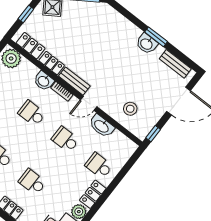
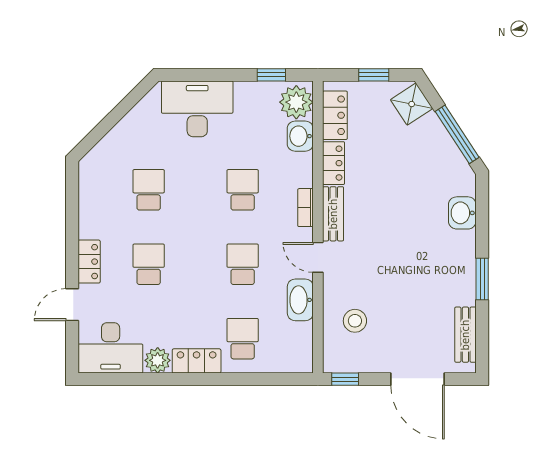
washbasin: (147, 44) -> (462, 213), moved
washbasin: (44, 81) -> (300, 136), moved

